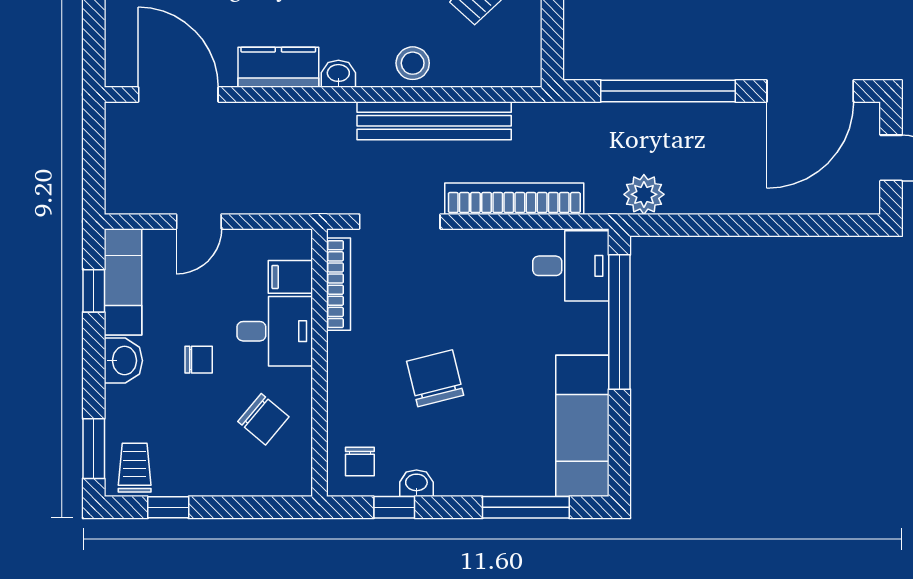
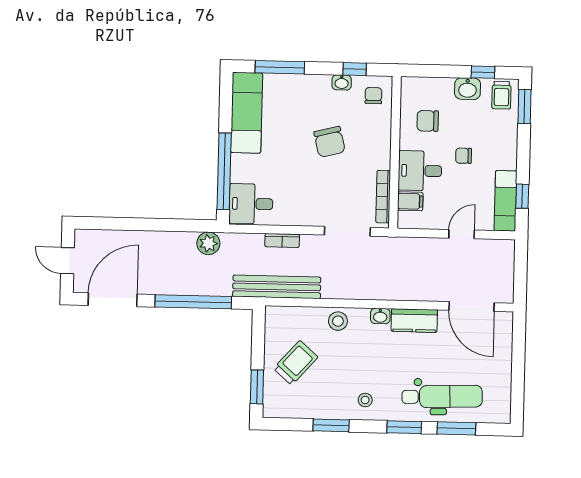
bench: (434, 121) -> (277, 287), moved
bookcase: (514, 199) -> (282, 241), width x0.43, depth x0.76
washbasin: (123, 361) -> (468, 89), moved, turned -90
chair: (263, 419) -> (428, 121), turned -40

